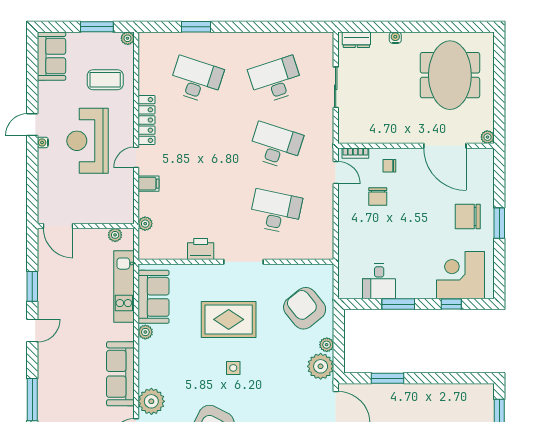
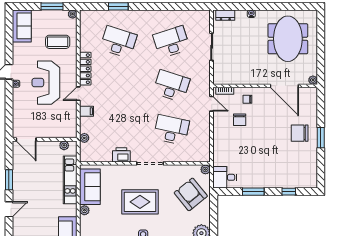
corner desk: (460, 275) -> (295, 172), removed
desk: (379, 281) -> (225, 177), moved, turned 90
plant: (327, 345) -> (205, 169), moved

